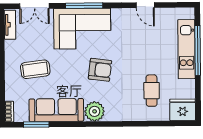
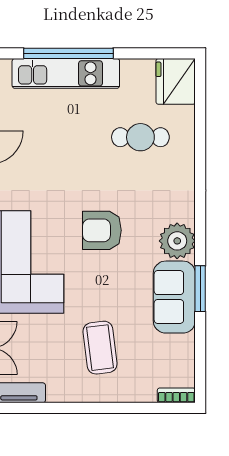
armchair: (100, 70) -> (102, 230), turned -97
sofa: (56, 110) -> (174, 297), width x0.73
window: (36, 125) -> (200, 289), moved

